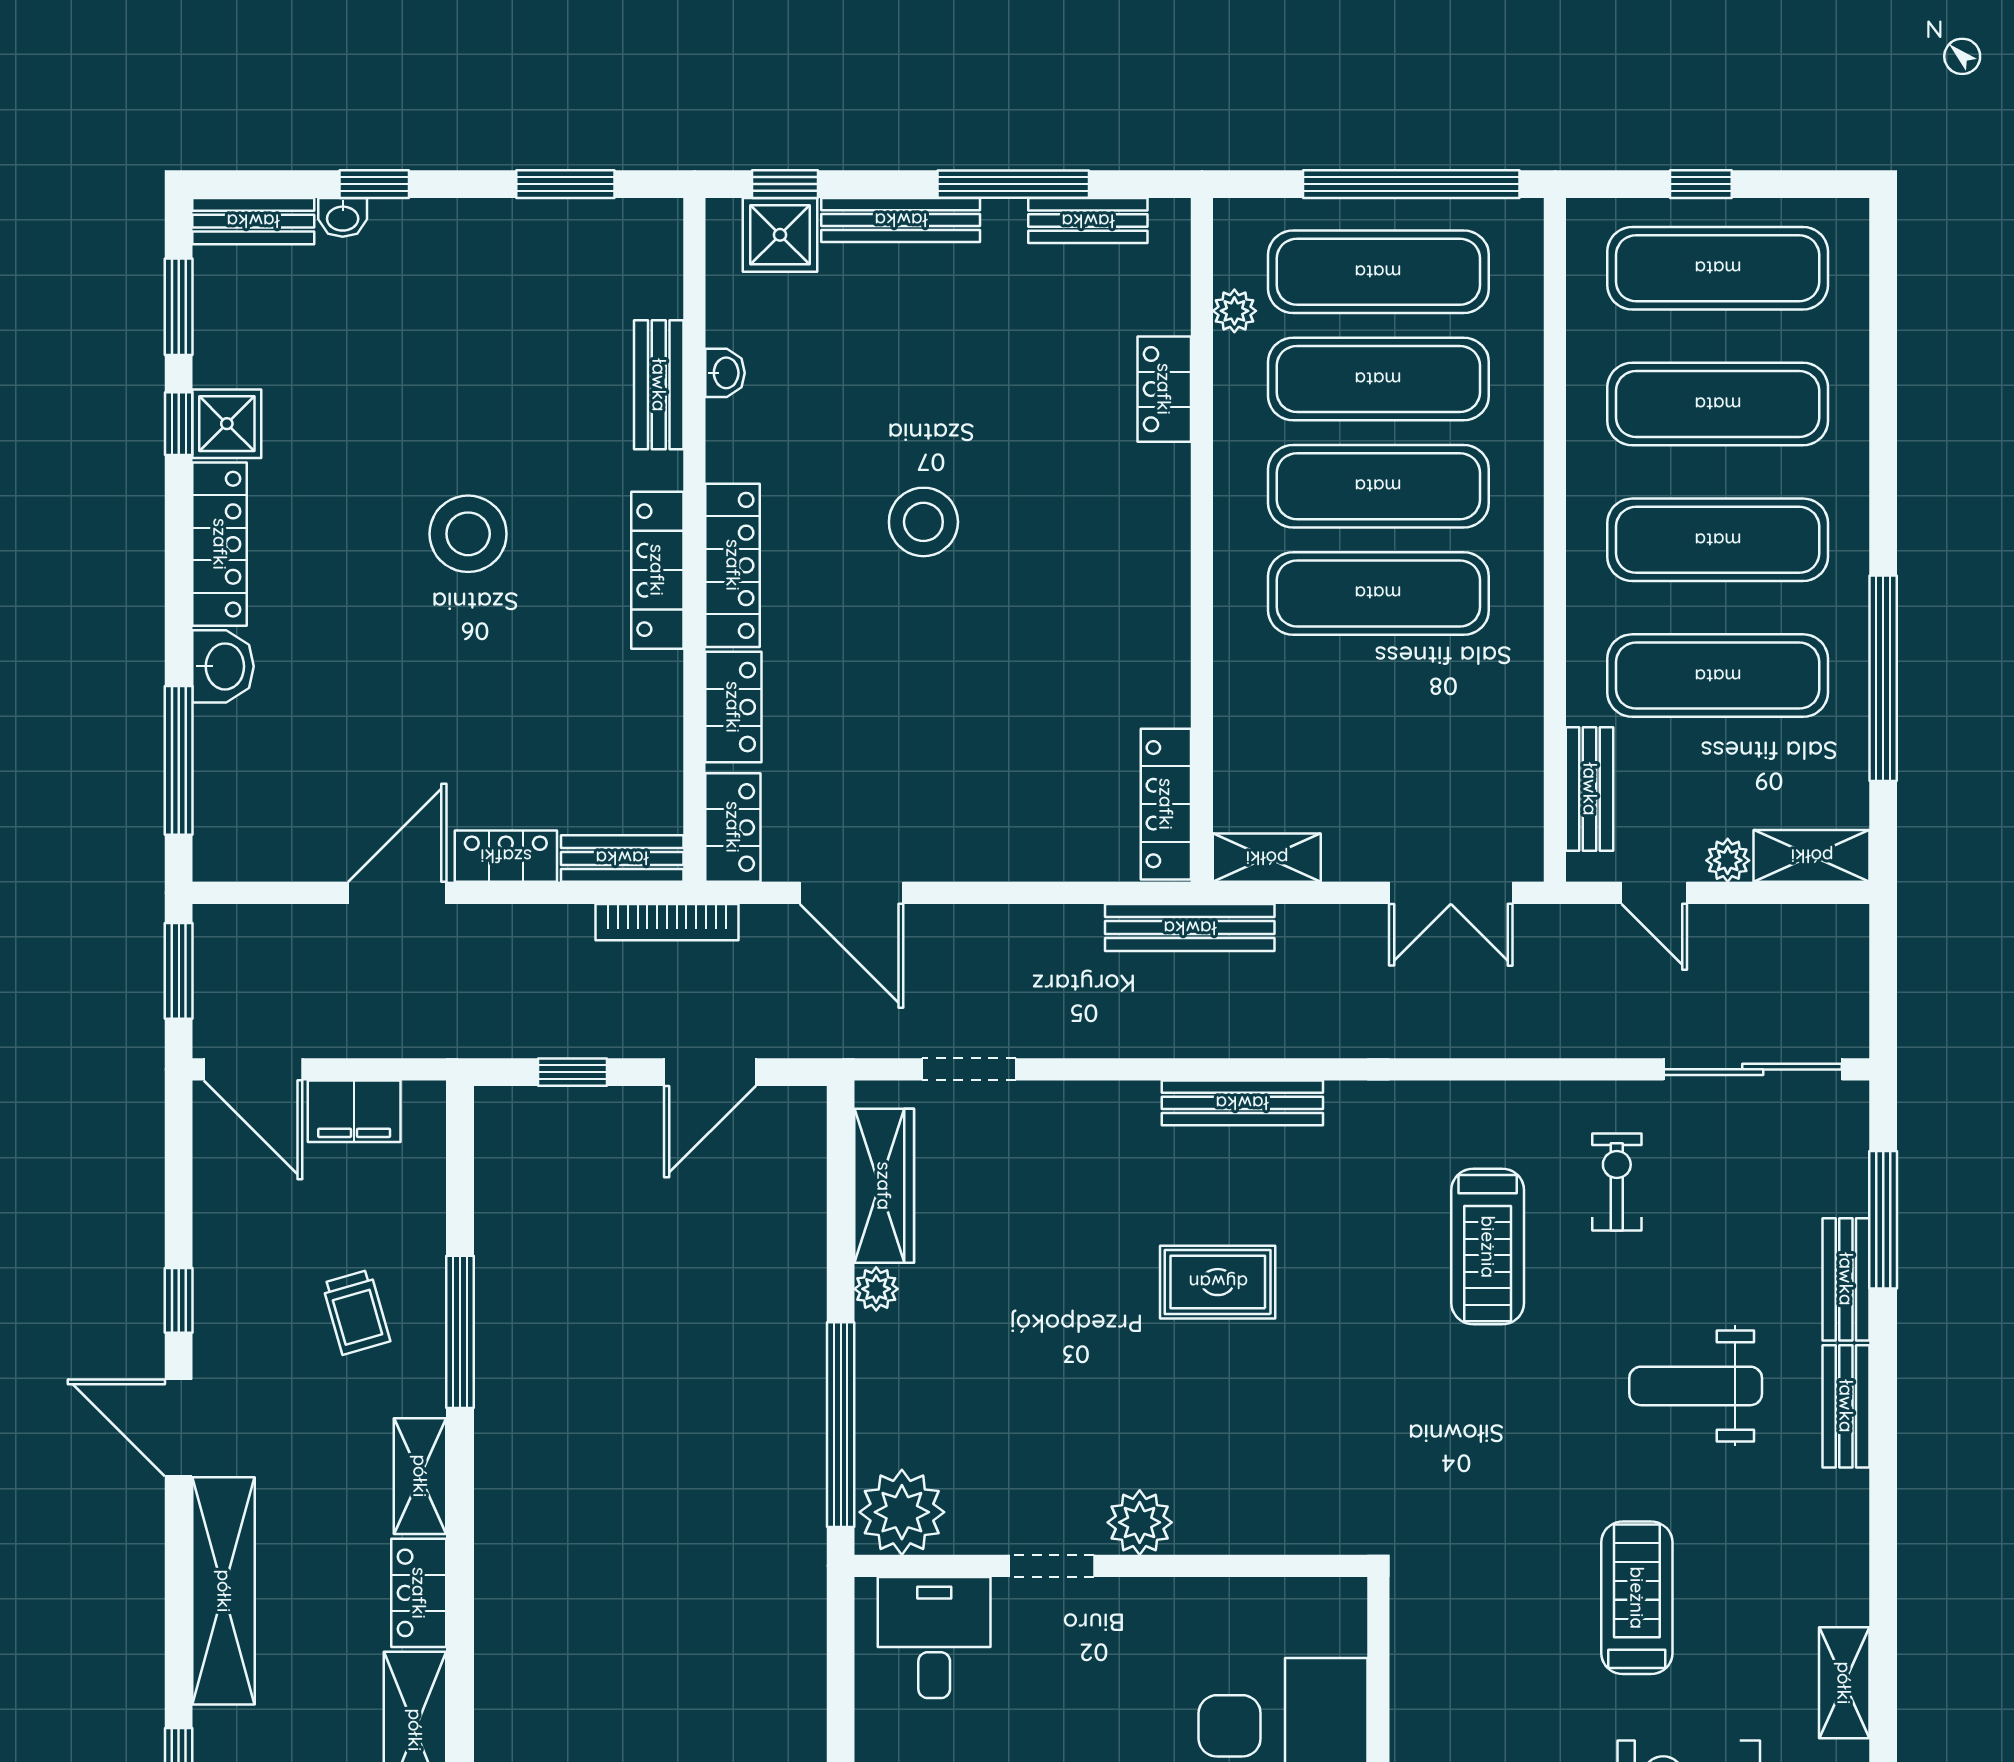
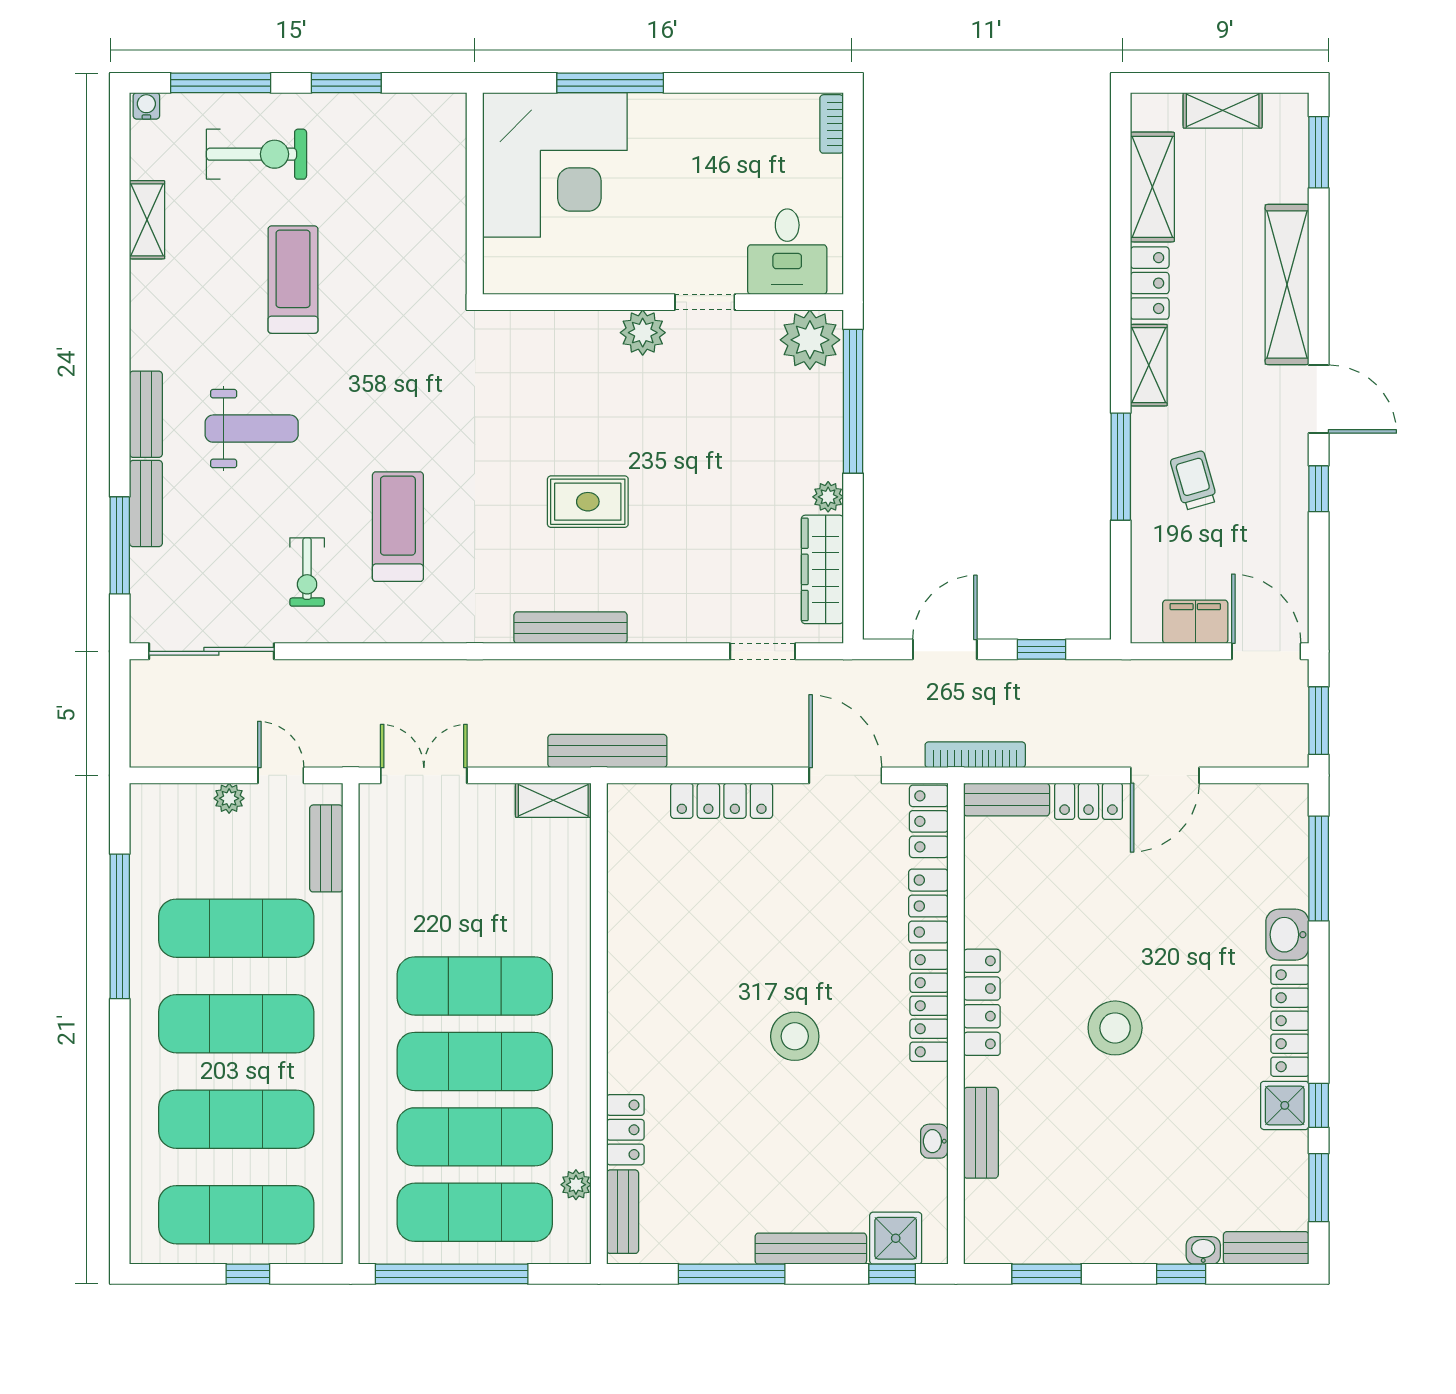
bench: (1088, 221) -> (623, 1212), moved, turned 90
locker: (1166, 804) -> (722, 801), moved, turned 90
shelving: (1812, 856) -> (170, 801), removed
treadmill: (1637, 1598) -> (293, 280), turned 180

